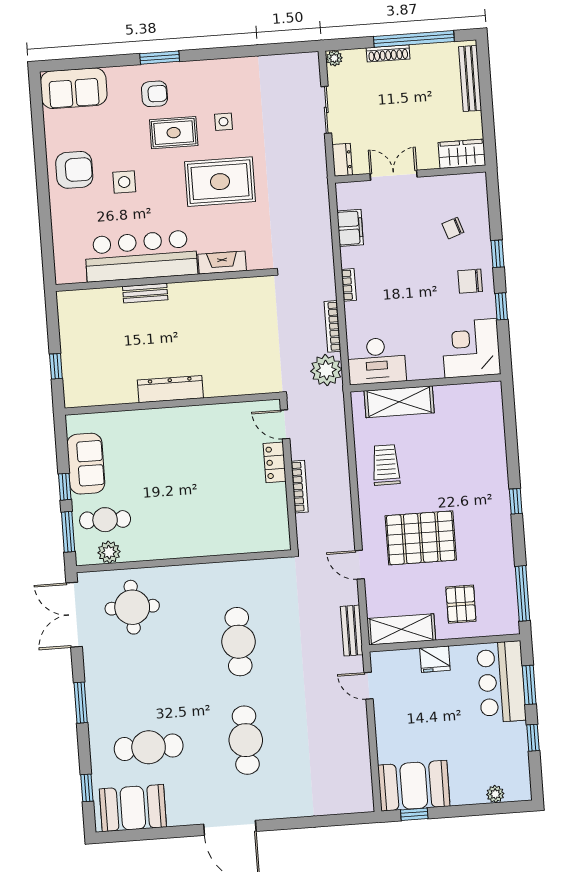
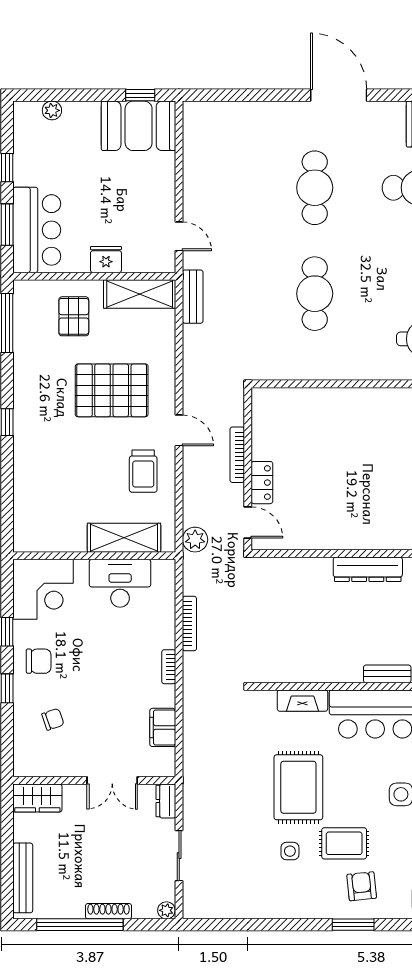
armchair: (154, 94) -> (362, 886), turned 84
rug: (220, 182) -> (298, 787), turned 90
desk: (377, 361) -> (120, 583), moved
plant: (326, 370) -> (195, 540), moved, width x0.73, depth x0.73
door: (360, 565) -> (179, 430), moved

